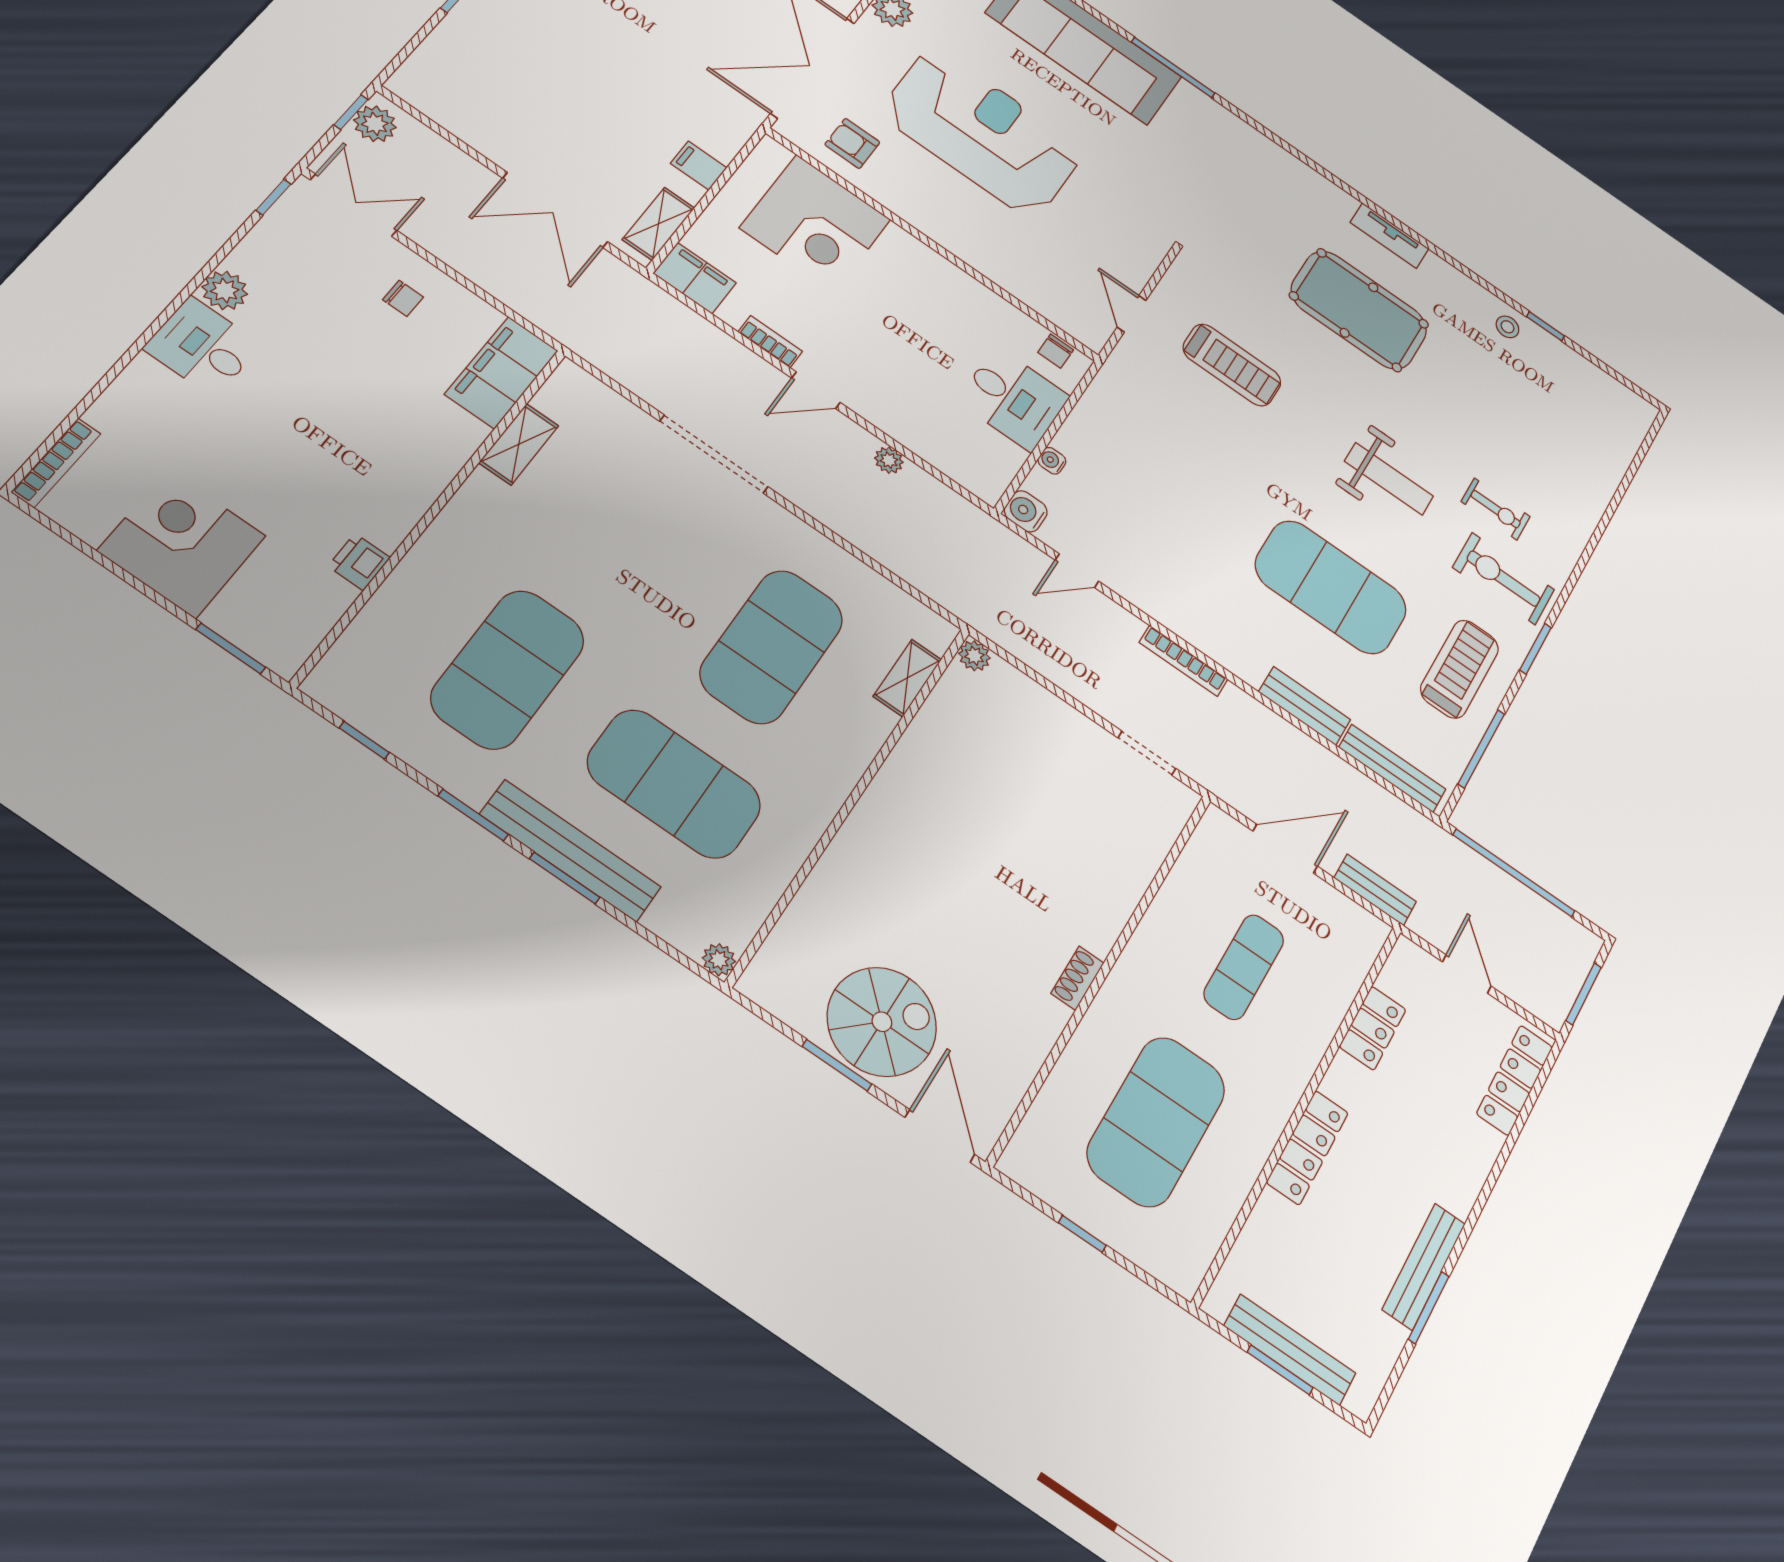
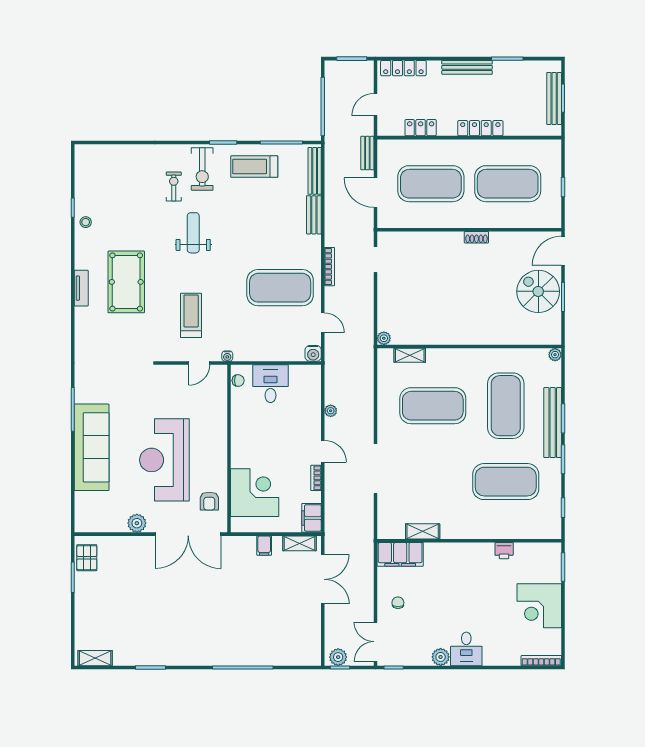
water cooler: (1052, 461) -> (227, 356), moved
exercise mat: (1331, 587) -> (280, 288), moved, turned 90
exercise mat: (1244, 967) -> (431, 184), width x2.00, depth x1.45
bench: (1424, 1266) -> (467, 67), moved

